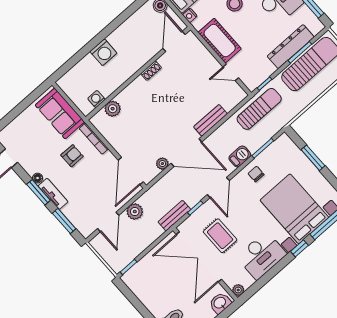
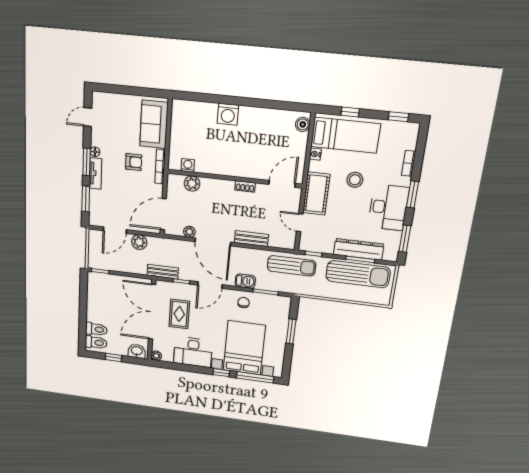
door: (174, 41) -> (282, 184), moved
shoe rack: (151, 71) -> (245, 186), moved
wall: (138, 73) -> (234, 179), moved
washing machine: (96, 99) -> (188, 165), moved
plant: (113, 109) -> (192, 184), moved

